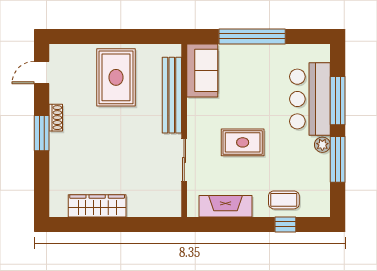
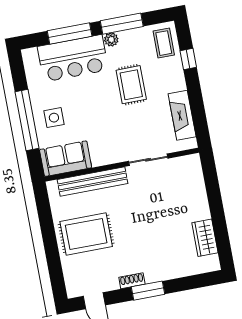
side table: (249, 66) -> (54, 118), added
rug: (243, 142) -> (131, 85), moved
coffee table: (284, 200) -> (164, 43), moved
wardrobe: (97, 206) -> (205, 238), width x0.67

